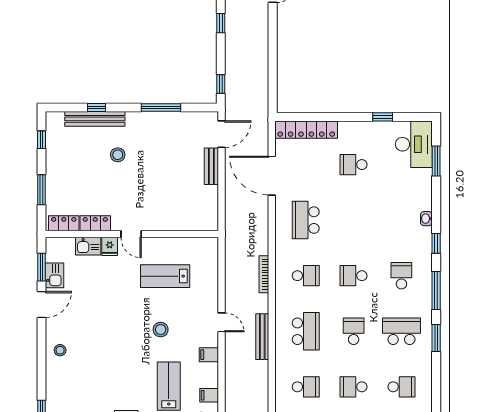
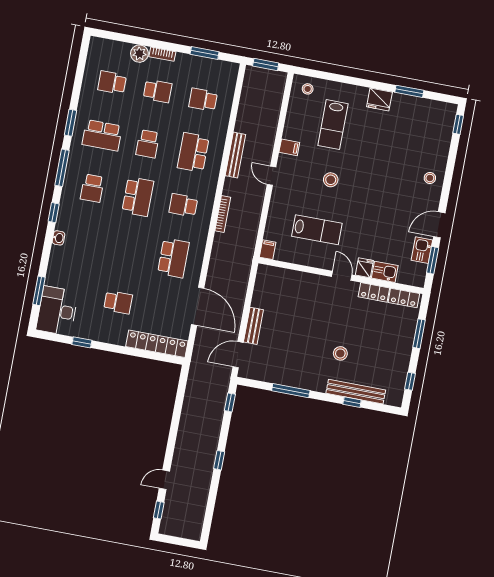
school desk: (354, 276) -> (138, 197), width x1.85
filing cabinet: (209, 395) -> (268, 250), moved, turned -90

